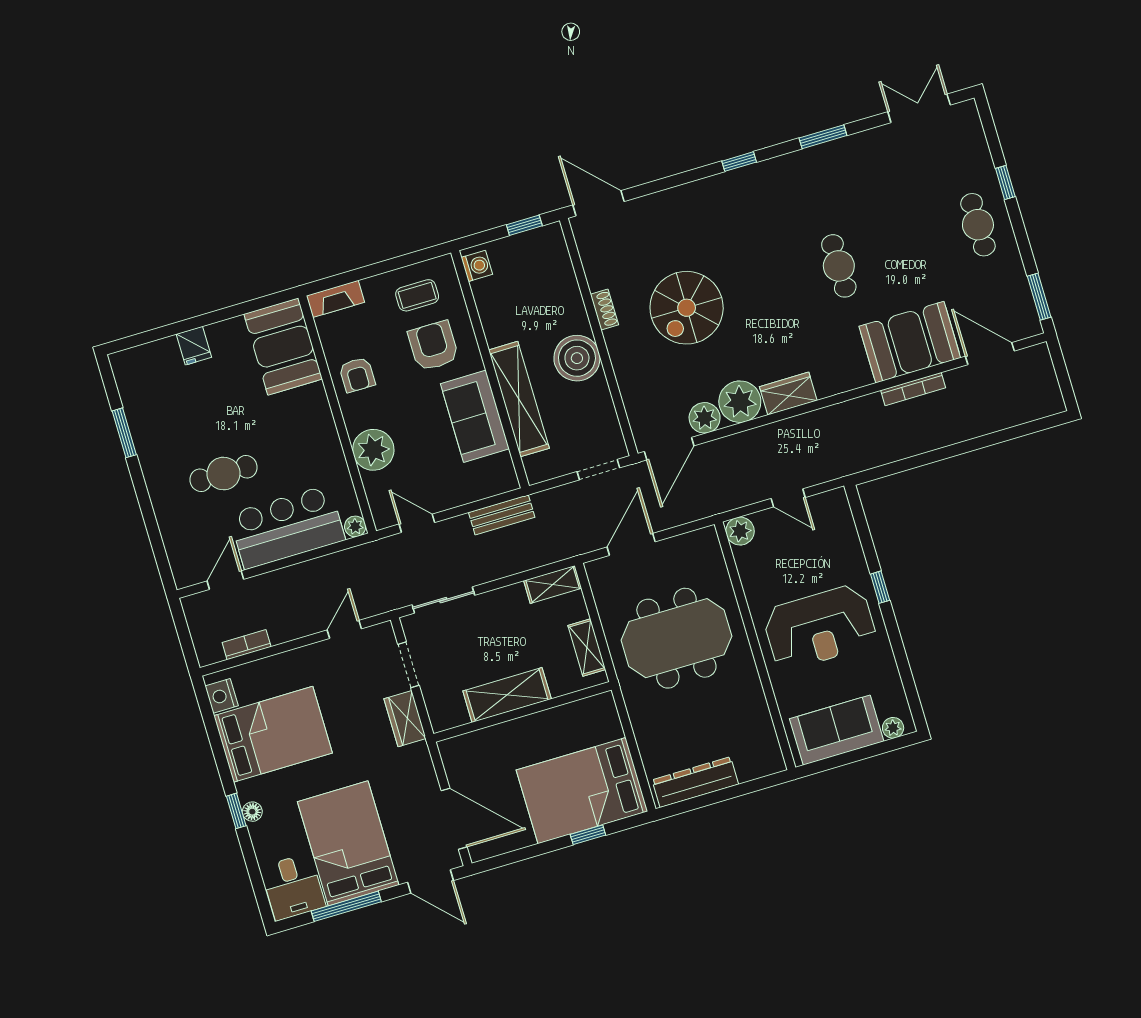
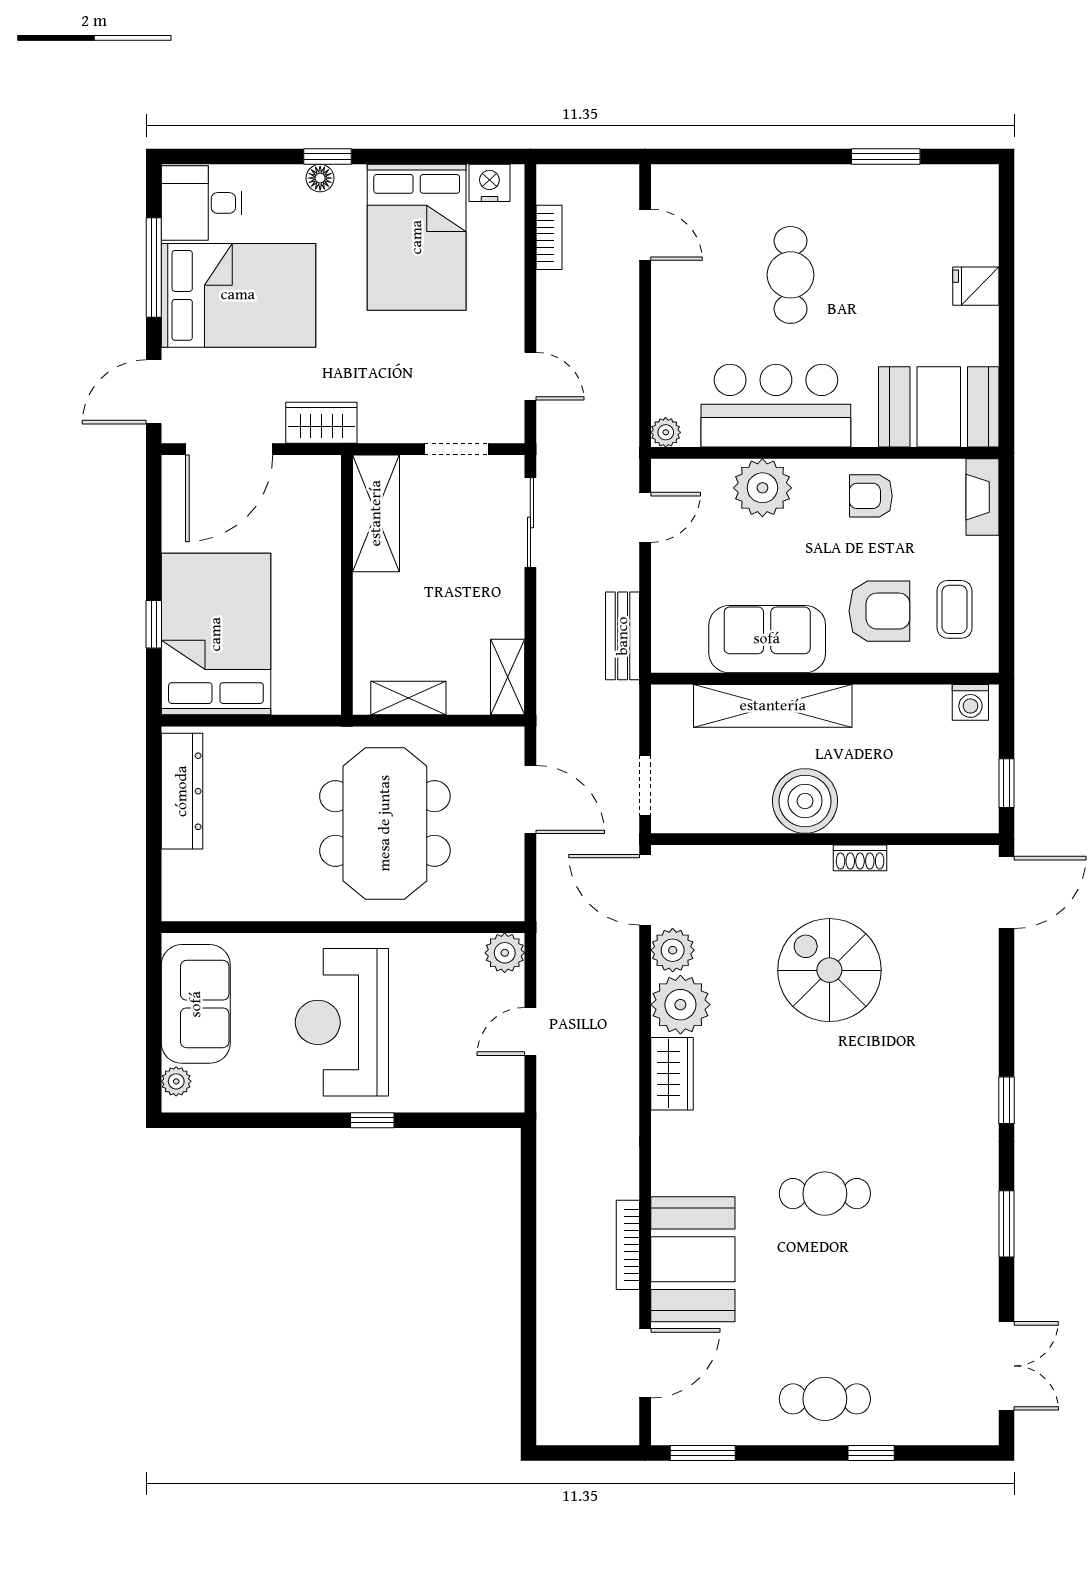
bar counter: (287, 527) -> (776, 406), moved, turned -90
shelving: (507, 695) -> (376, 513), moved
wardrobe: (405, 719) -> (321, 423), moved

